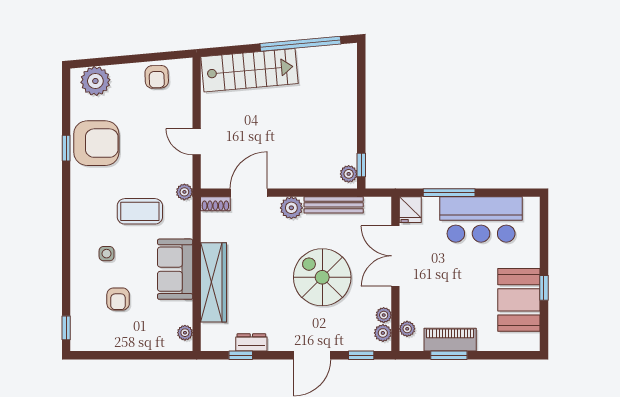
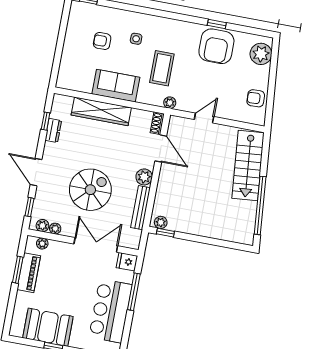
plant: (185, 333) -> (69, 84), removed

